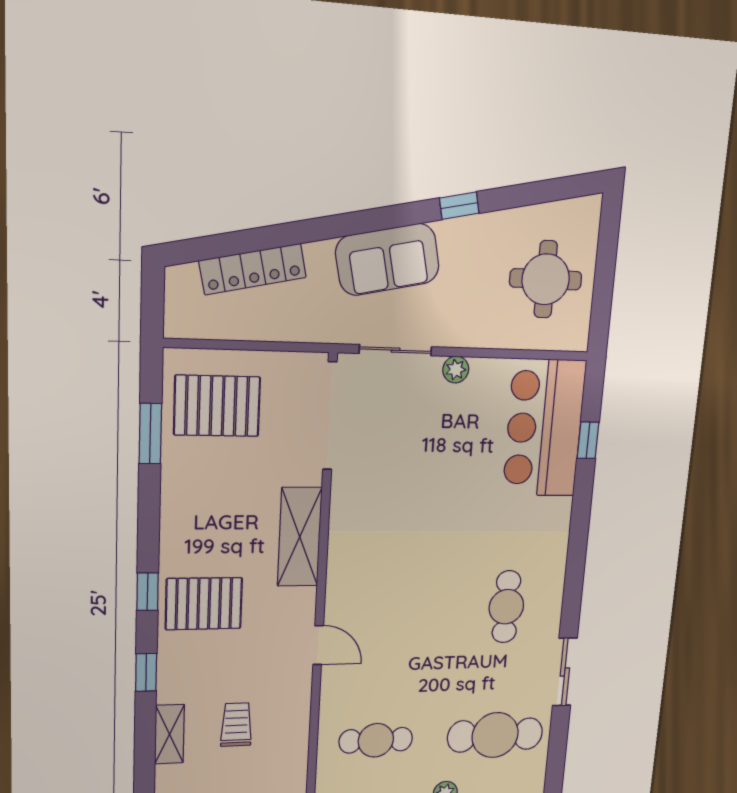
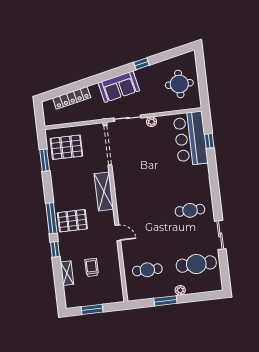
window: (148, 592) -> (51, 218), width x2.17
cafe table: (506, 607) -> (190, 210), turned 90

